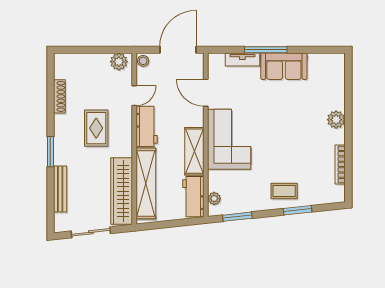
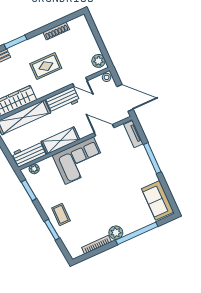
tv unit: (242, 59) -> (133, 134), moved
sofa: (284, 66) -> (158, 200), moved
door: (206, 93) -> (104, 130), hinge flipped
window: (348, 110) -> (137, 233), added
plant: (336, 120) -> (116, 233), moved

